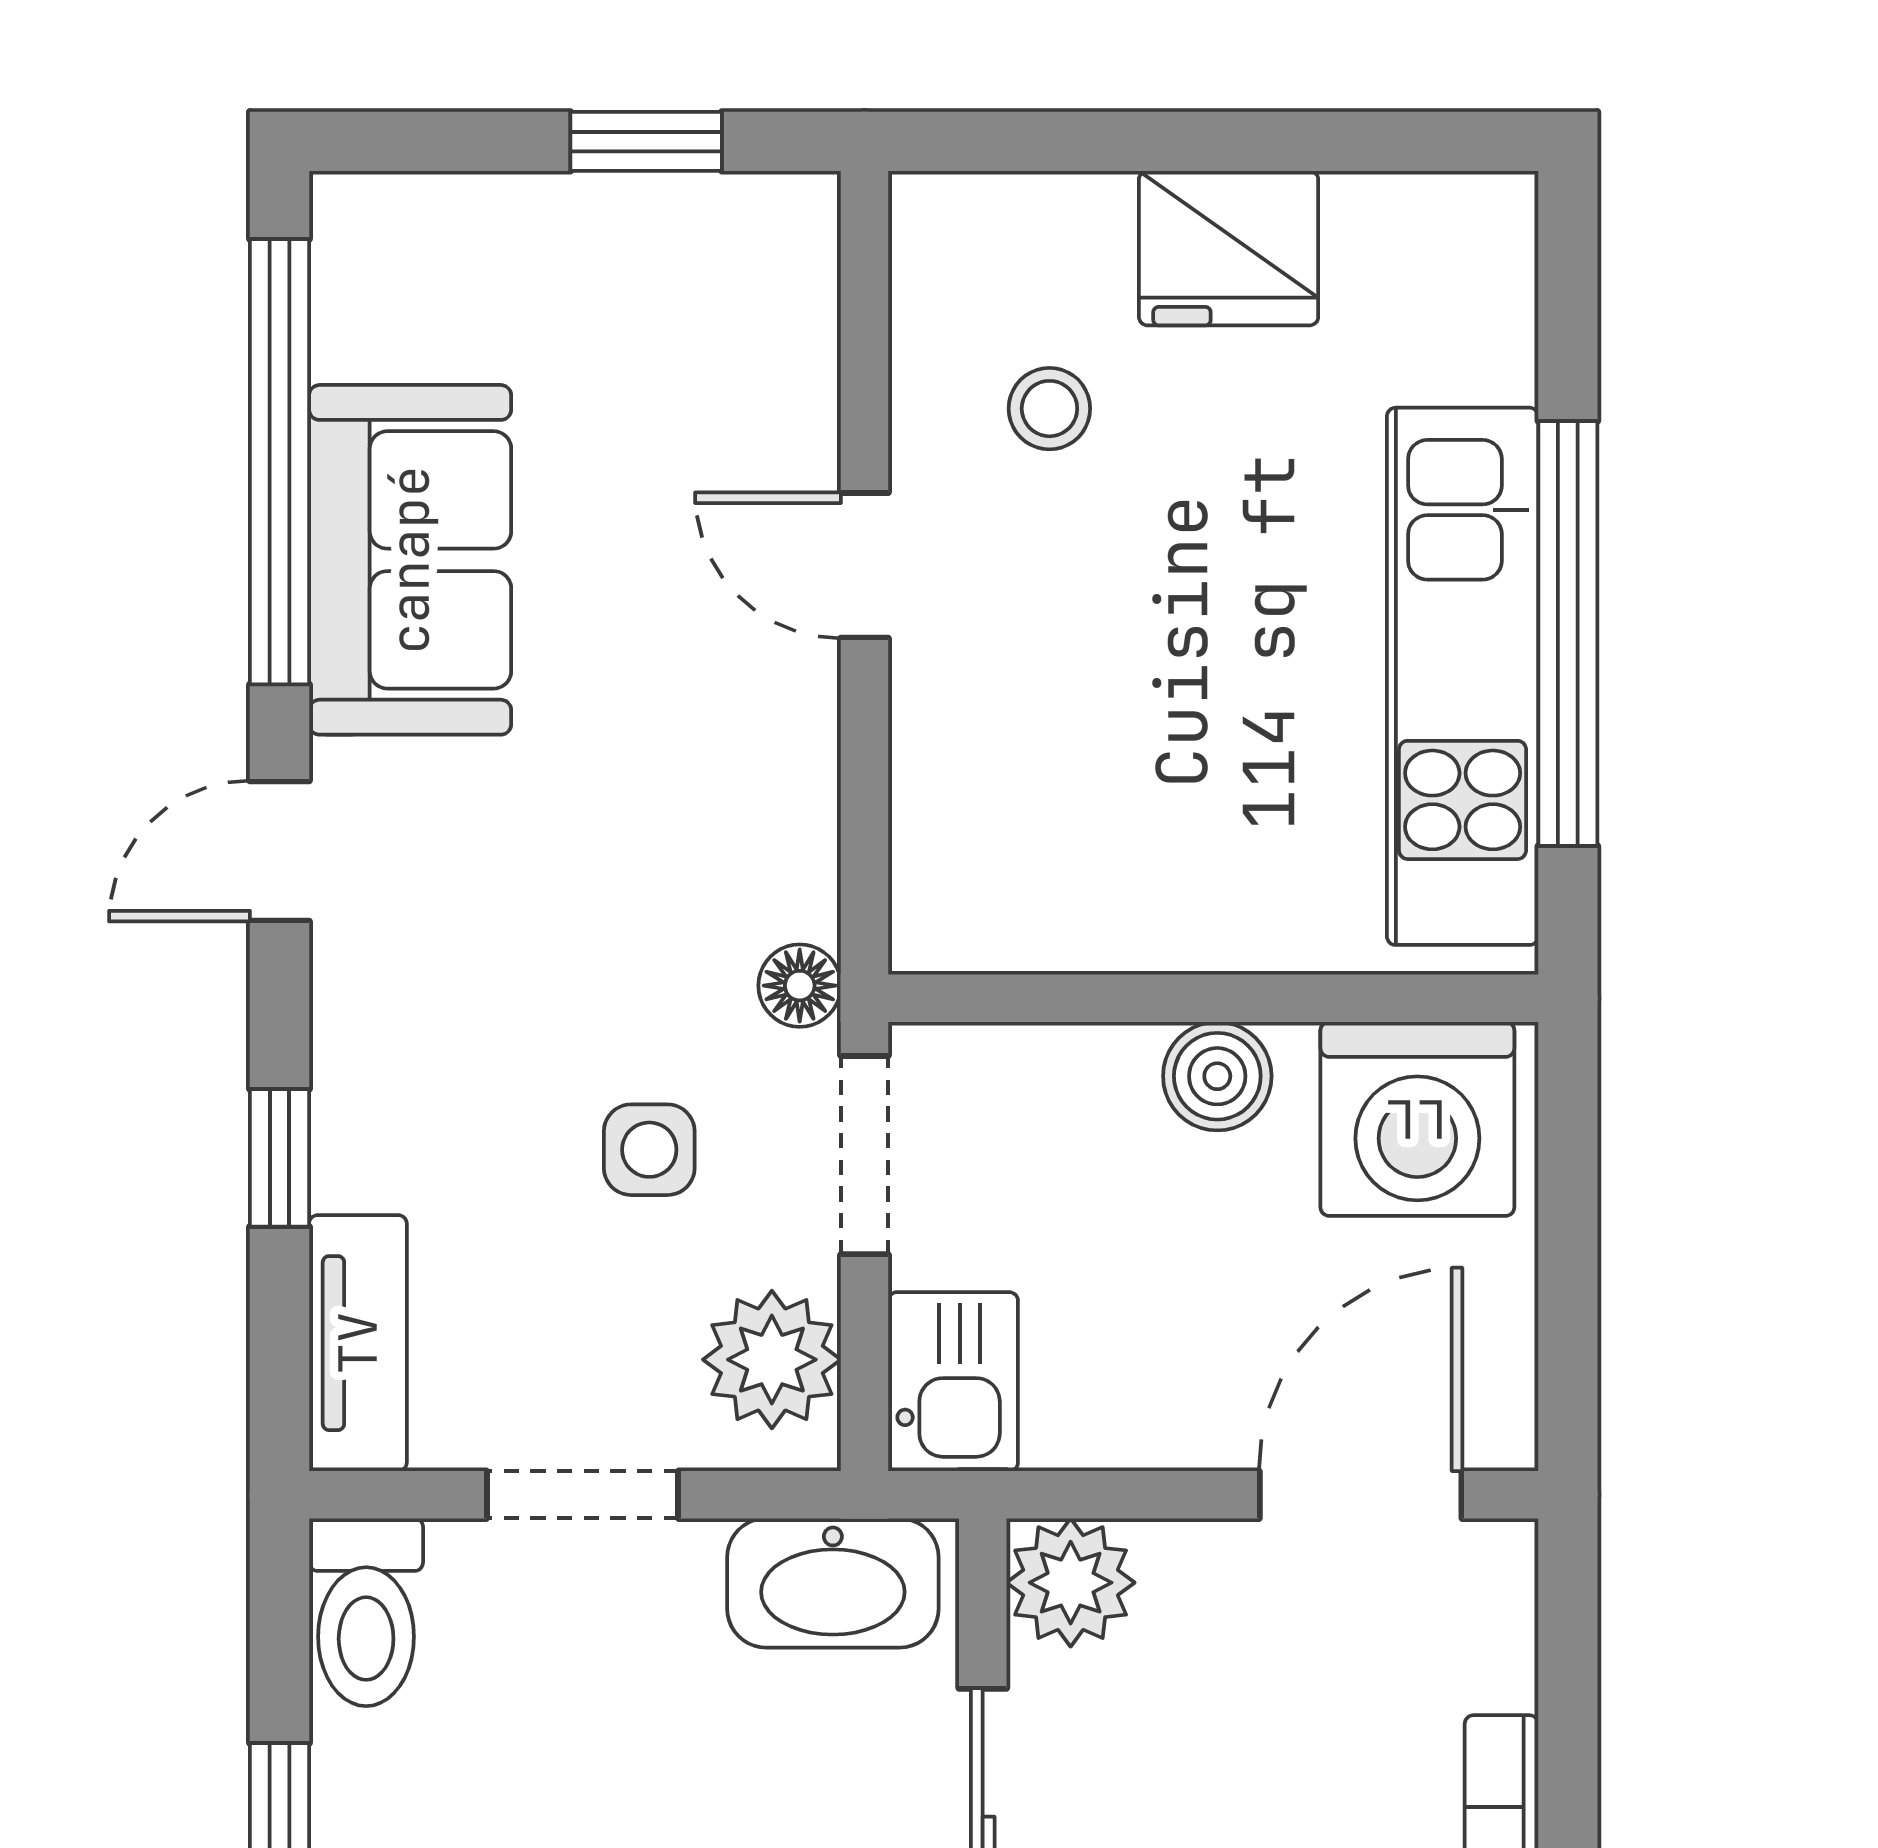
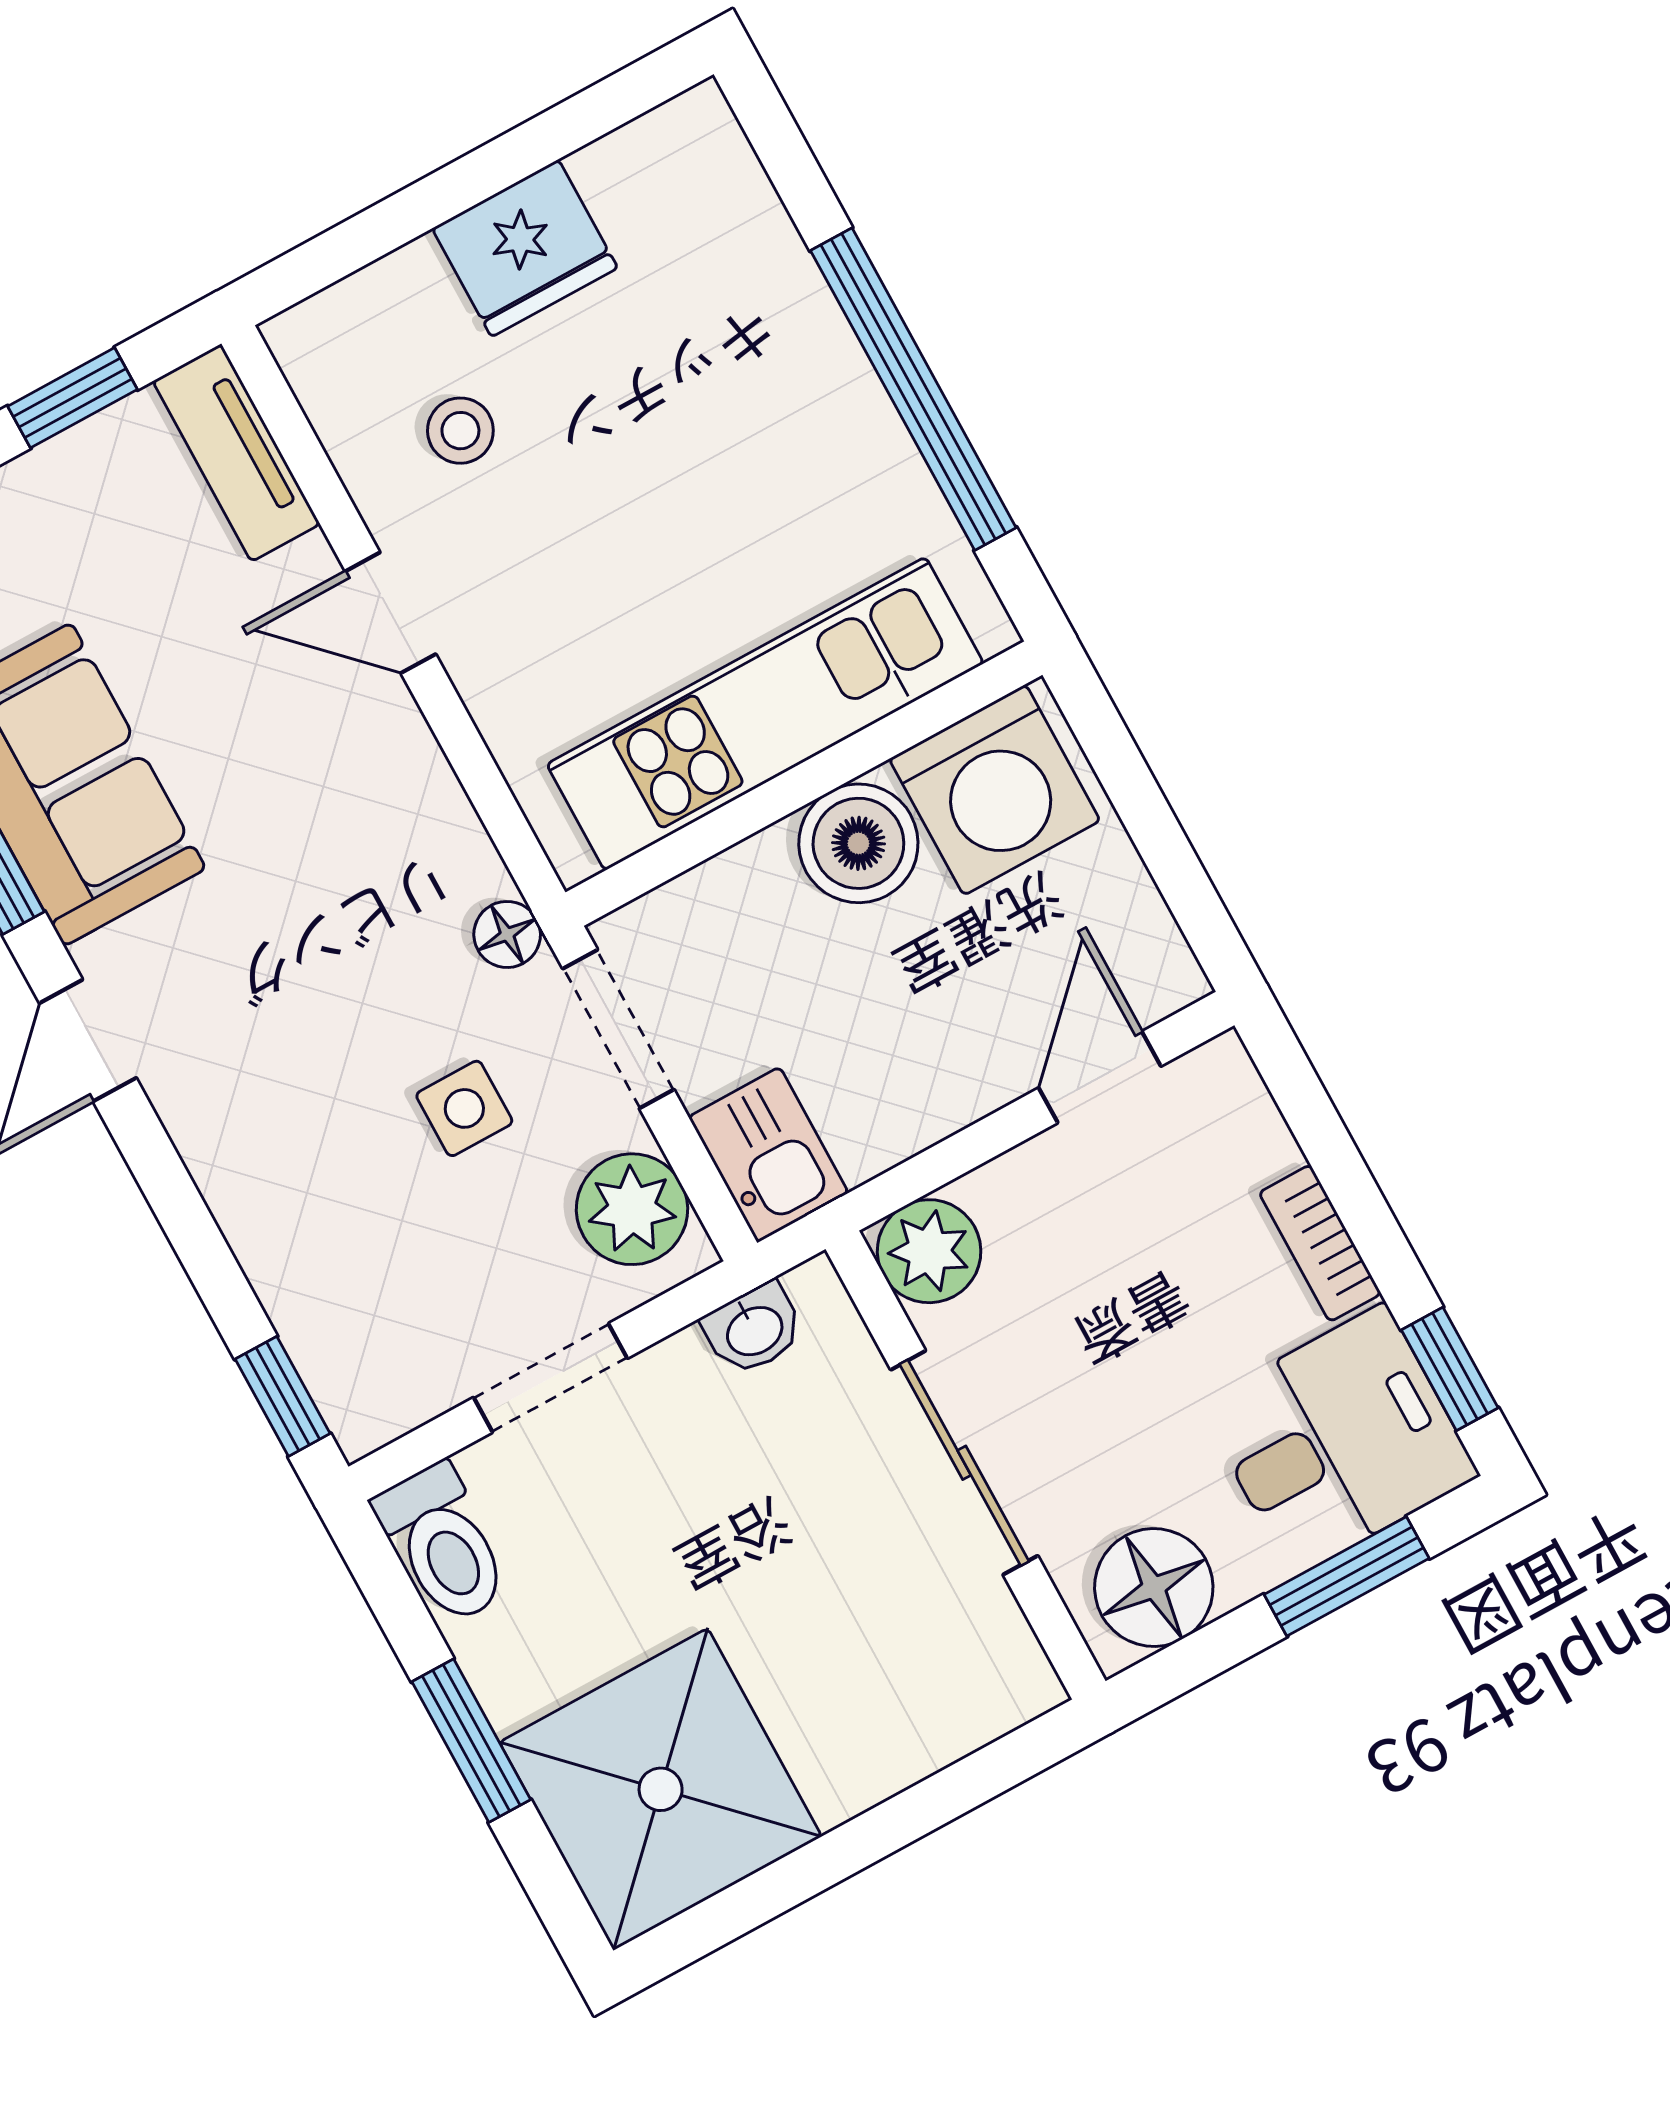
kitchen unit: (1463, 676) -> (765, 714), moved, turned 90
boiler: (1217, 1076) -> (858, 843), width x1.36, depth x1.36
window: (279, 1158) -> (283, 1396), moved
tv unit: (358, 1343) -> (236, 453), moved, turned 180
door: (1361, 1495) -> (1100, 1077), width x0.73
washbasin: (833, 1583) -> (754, 1329), width x0.52, depth x0.69

